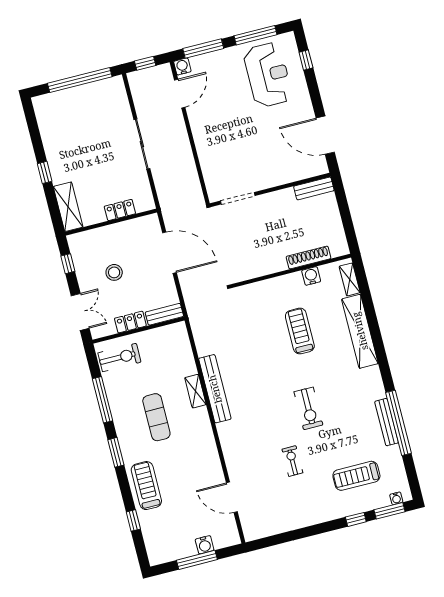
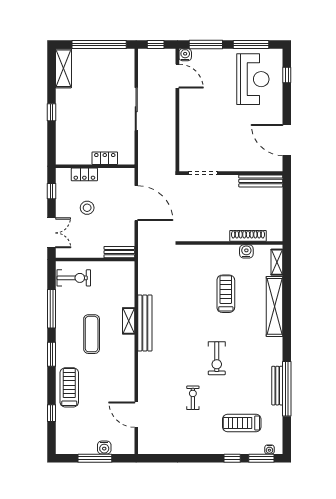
door: (180, 94) -> (177, 76), hinge flipped
bench: (314, 188) -> (261, 181), width x1.36
shelving: (68, 207) -> (63, 68), moved
locker: (130, 322) -> (84, 174), moved, turned 180

